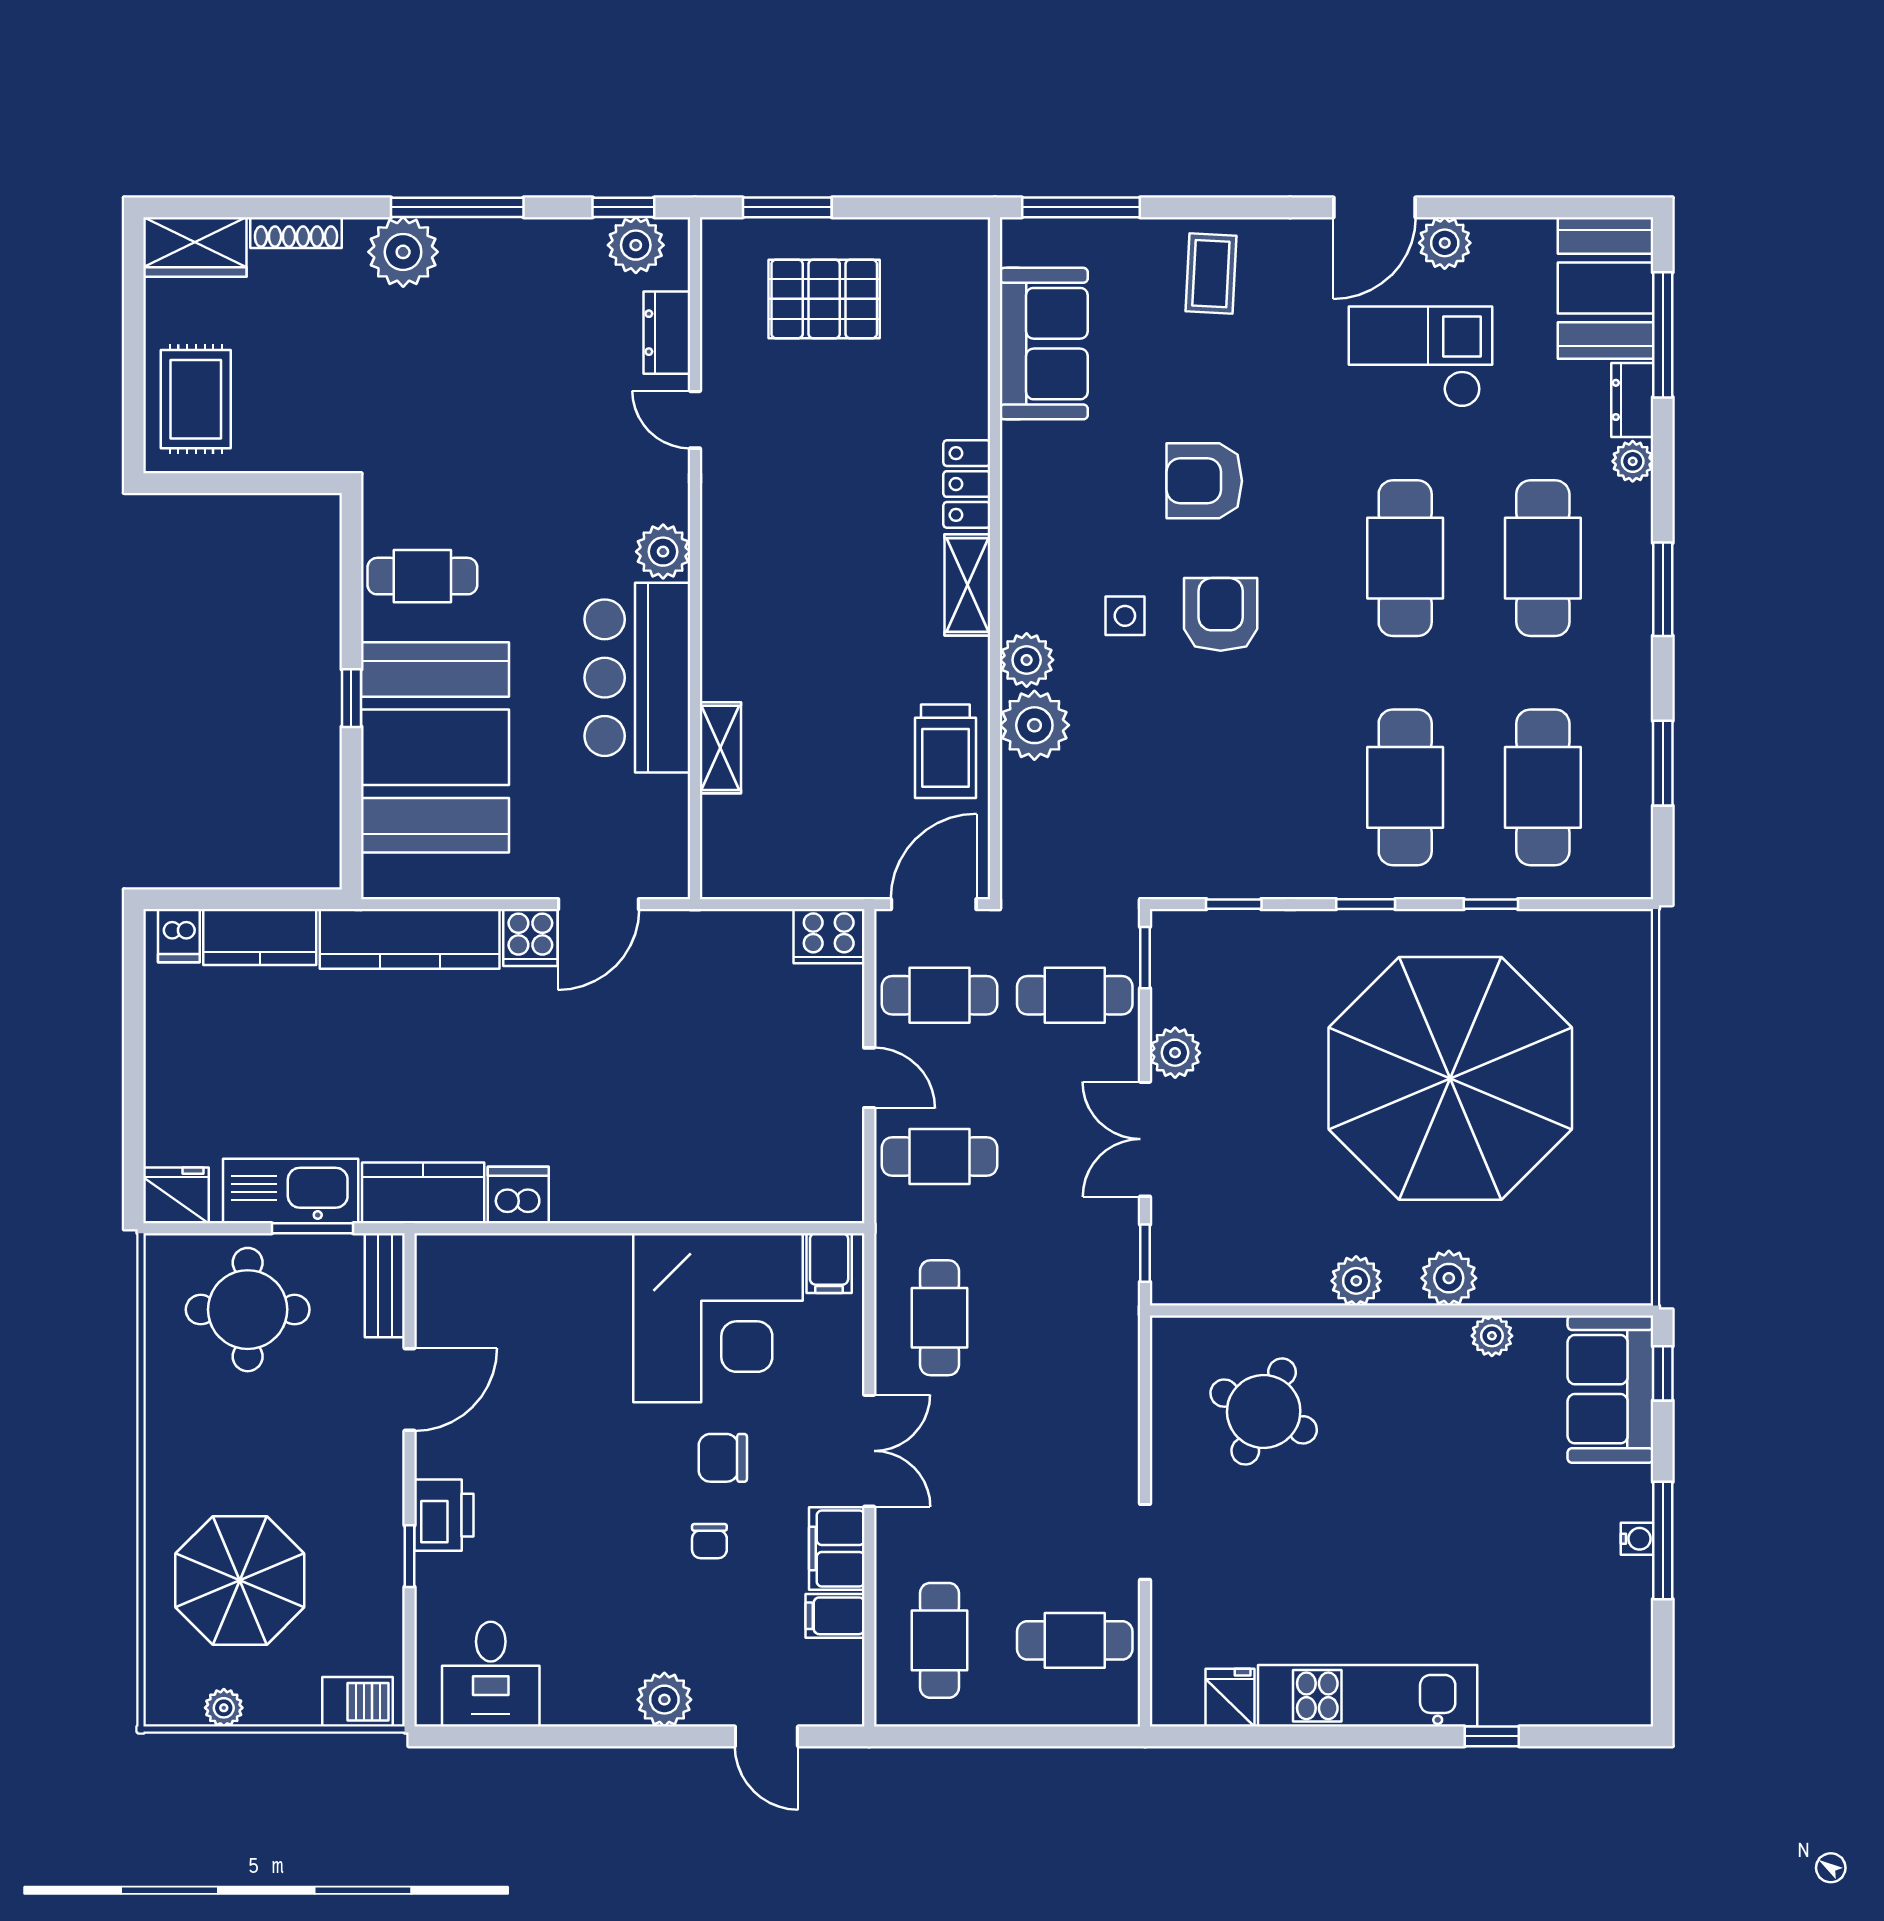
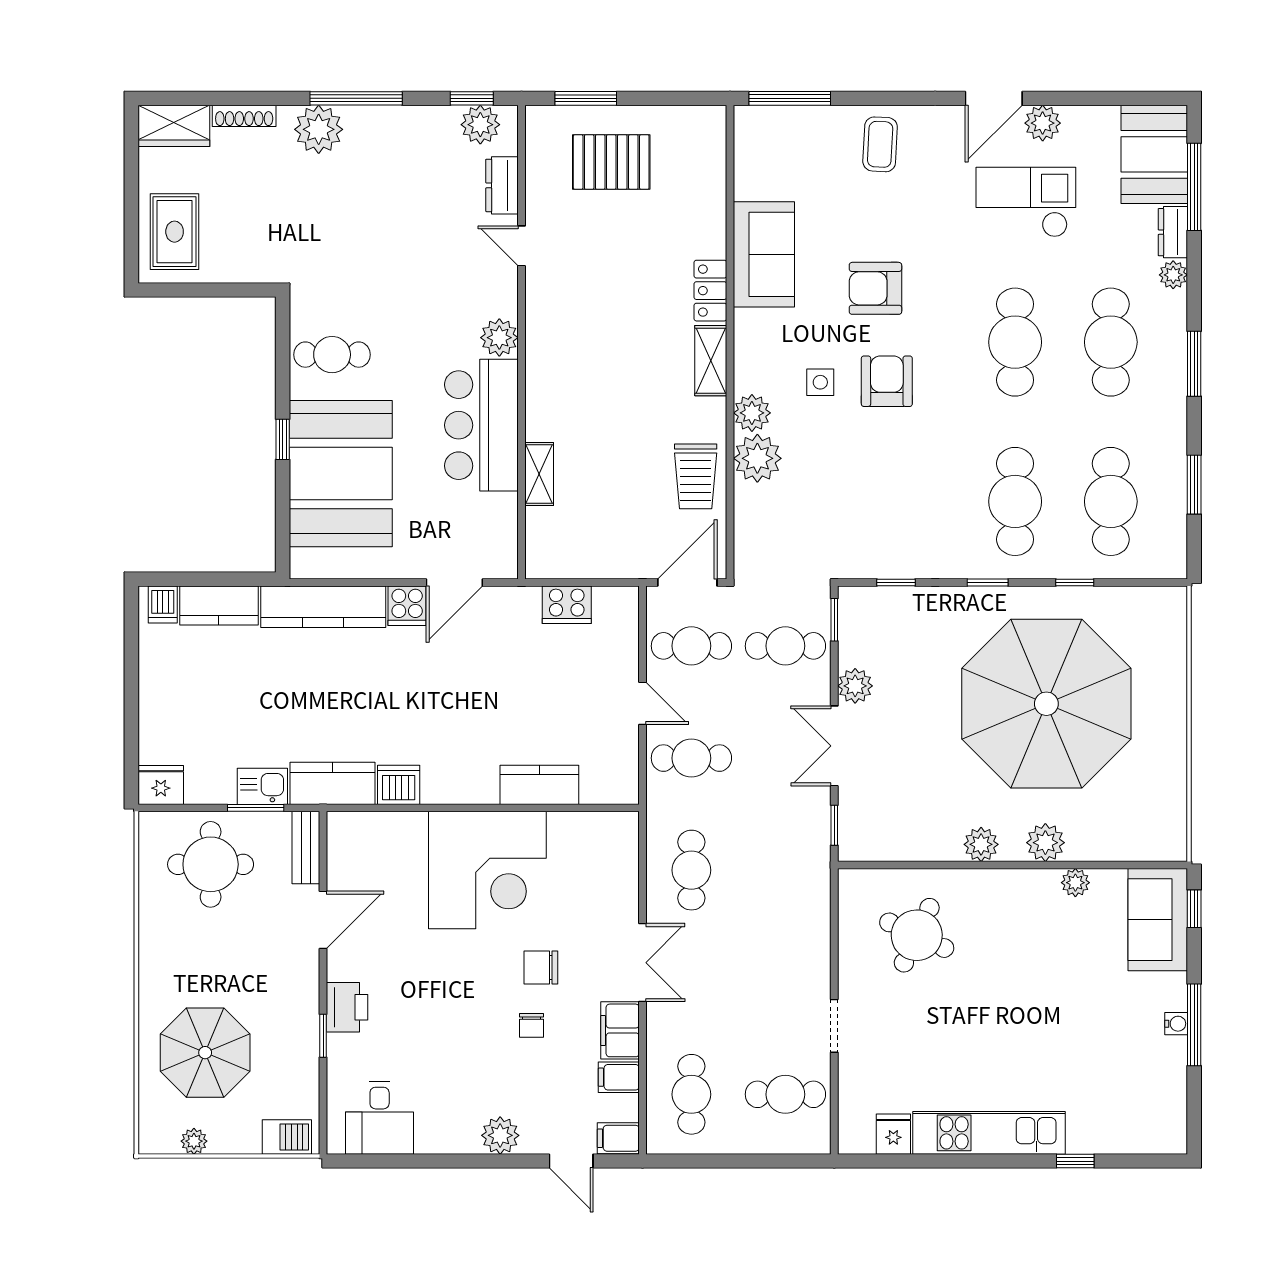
sofa: (1044, 344) -> (764, 254), moved
cooker: (829, 936) -> (567, 605), moved
kitchen sink: (291, 1191) -> (262, 786), width x0.53, depth x0.81
kitchen counter: (721, 1195) -> (539, 785), added
filing cabinet: (829, 1263) -> (618, 1138), moved, turned 90
corner desk: (718, 1318) -> (487, 870), moved

